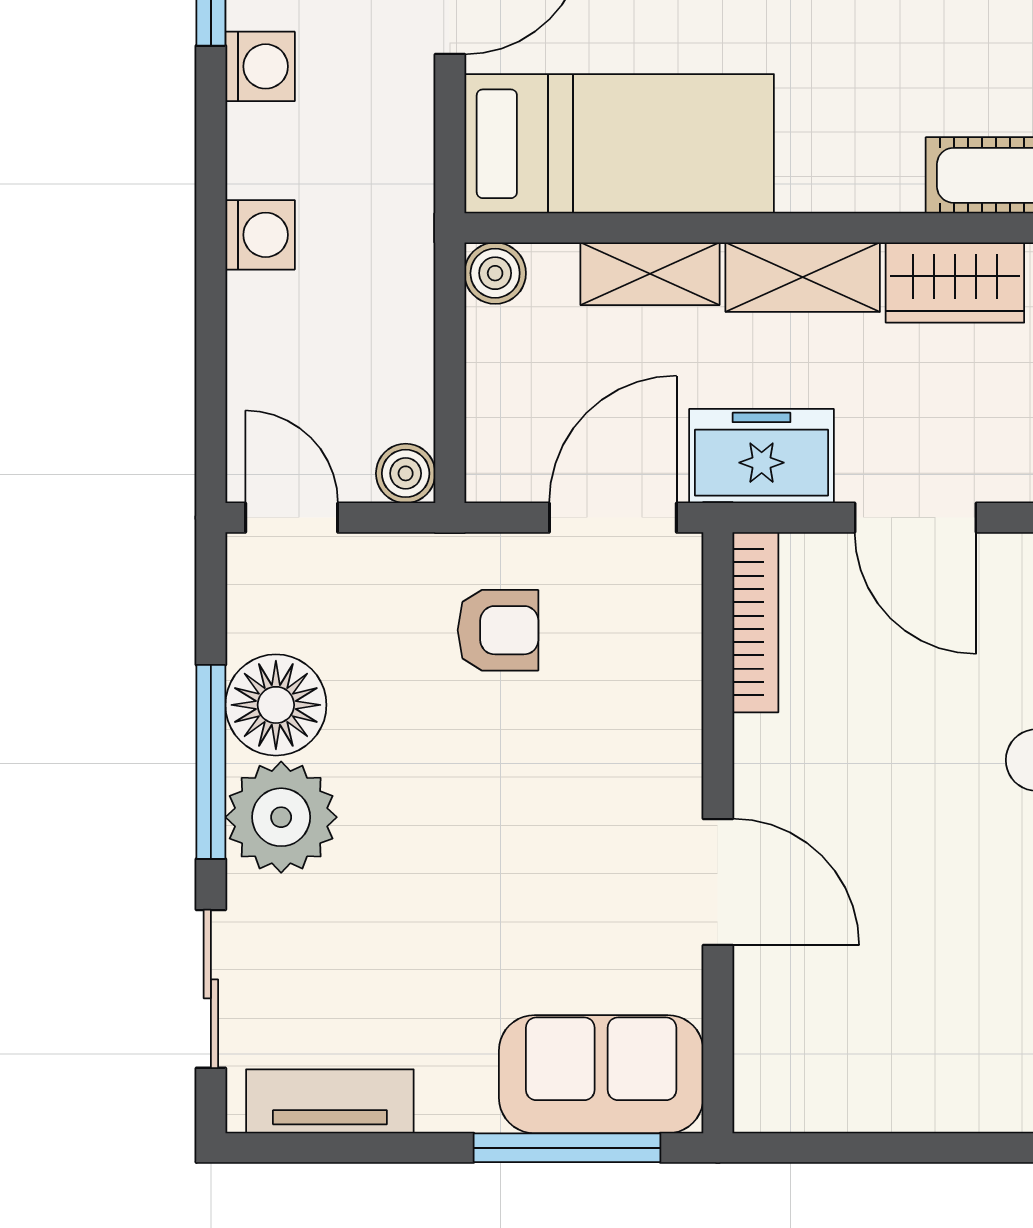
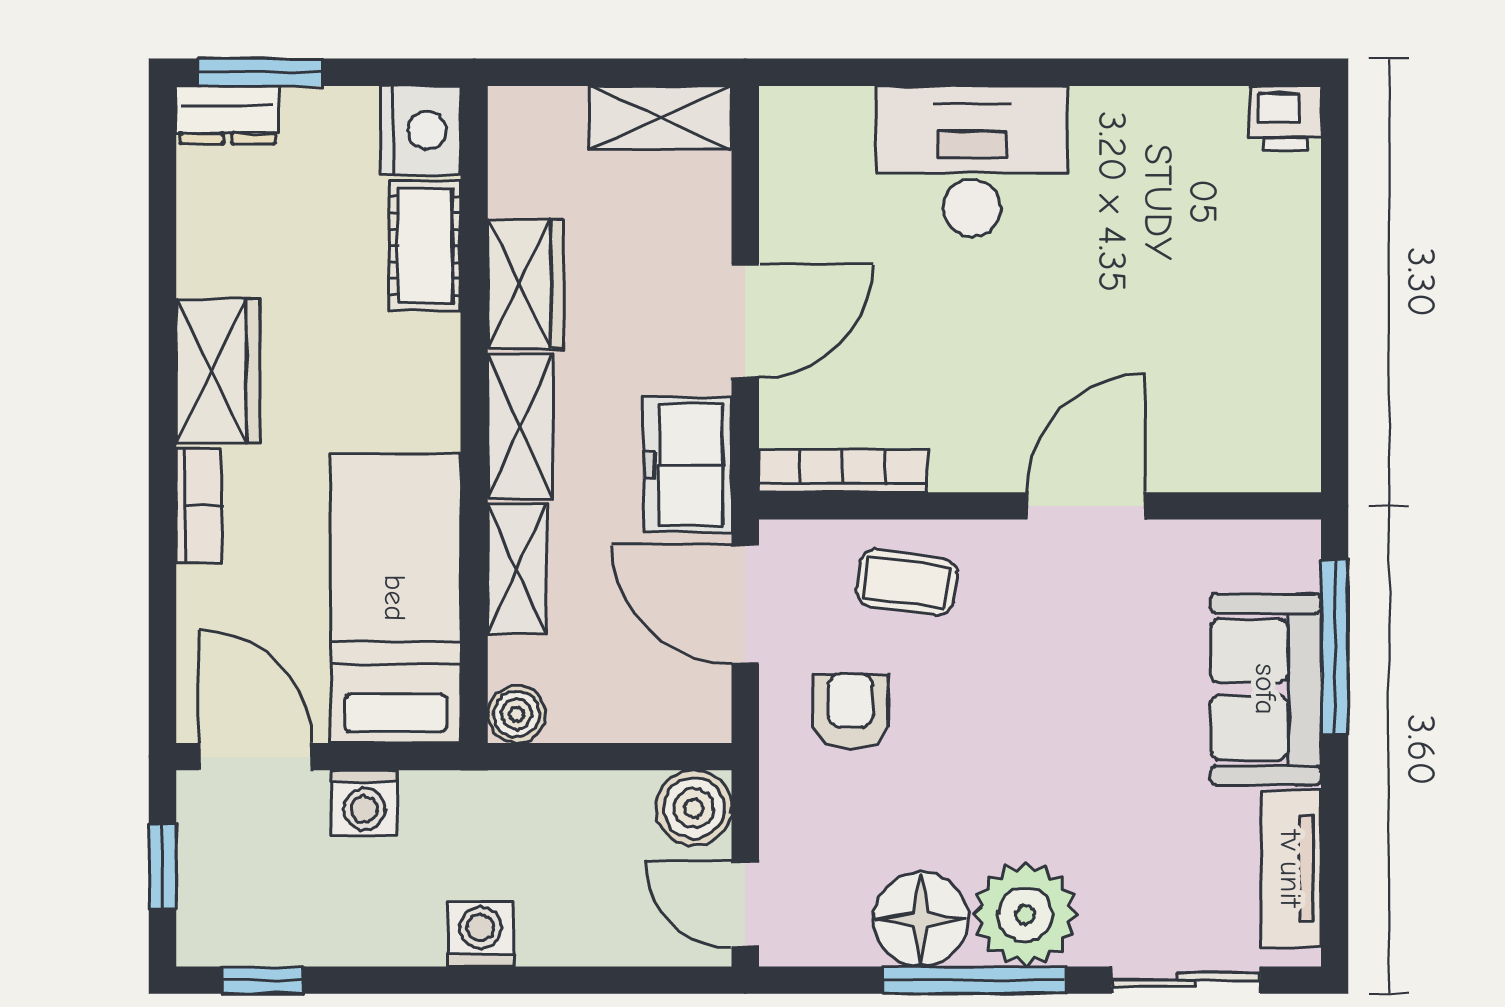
washing machine: (260, 66) -> (364, 803), moved, turned 180
boiler: (406, 473) -> (694, 808), width x1.36, depth x1.36
door: (292, 518) -> (745, 905), hinge flipped
coffee table: (636, 690) -> (906, 582), added
sofa: (601, 1074) -> (1266, 689), moved

